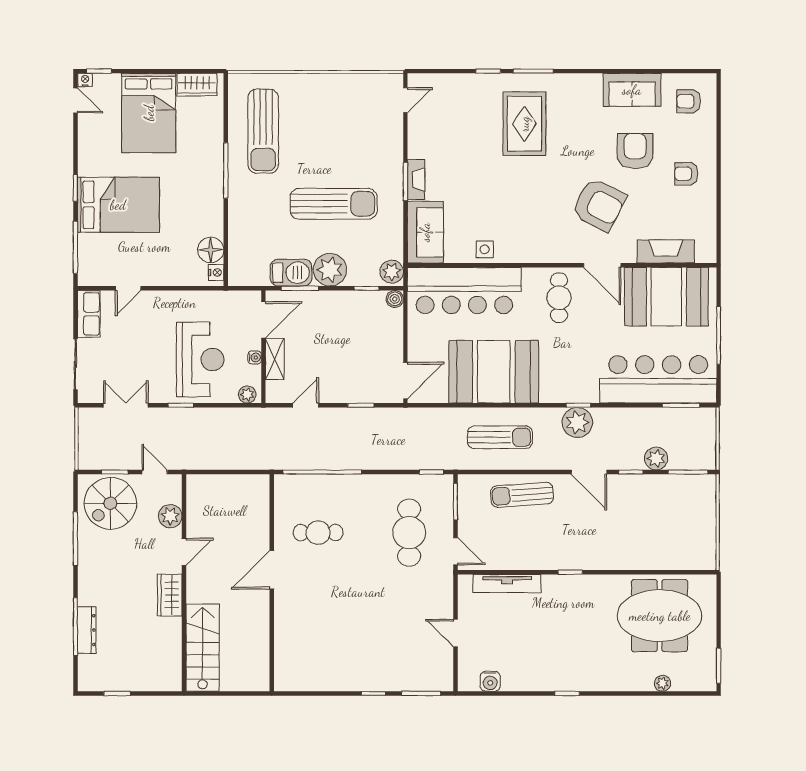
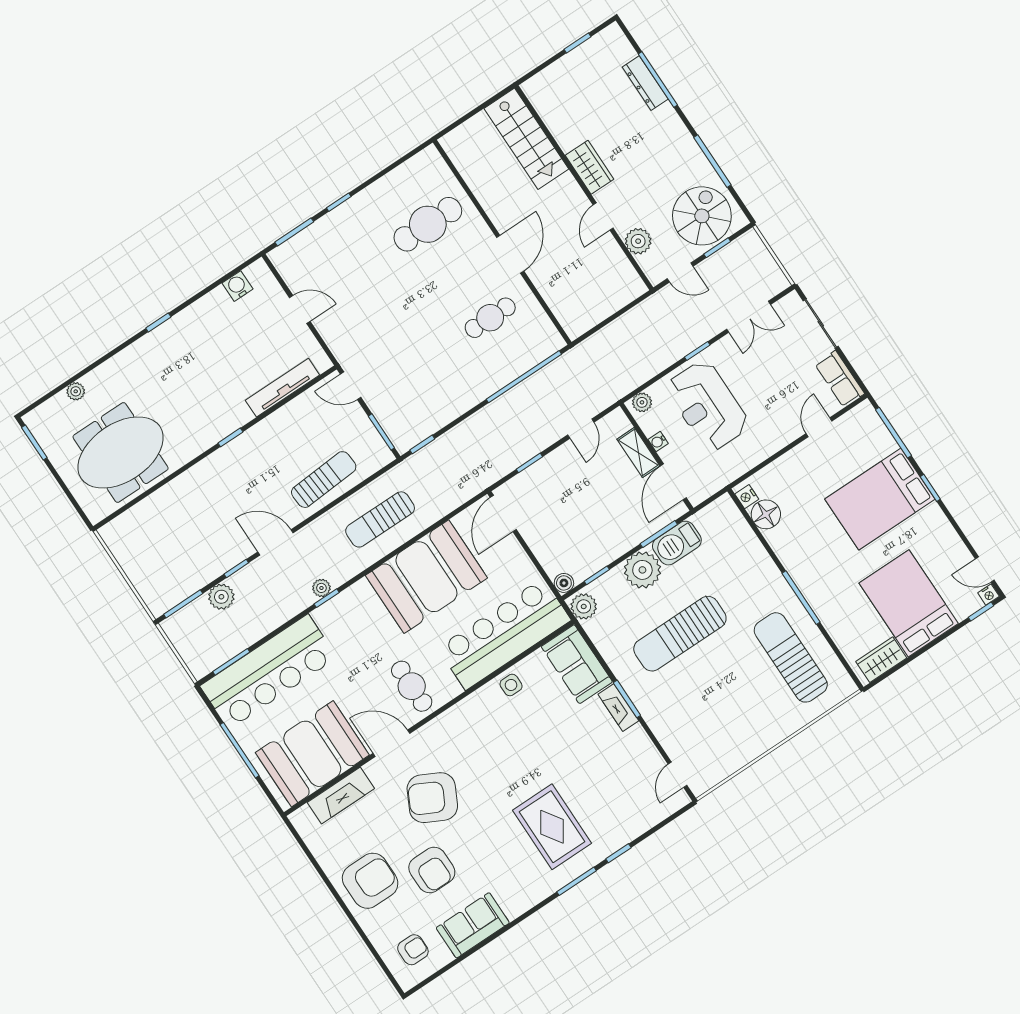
armchair: (686, 174) -> (370, 881), width x1.88, depth x1.88
plant: (577, 422) -> (321, 588), width x0.53, depth x0.53
cafe table: (409, 533) -> (428, 224), moved, turned 90

